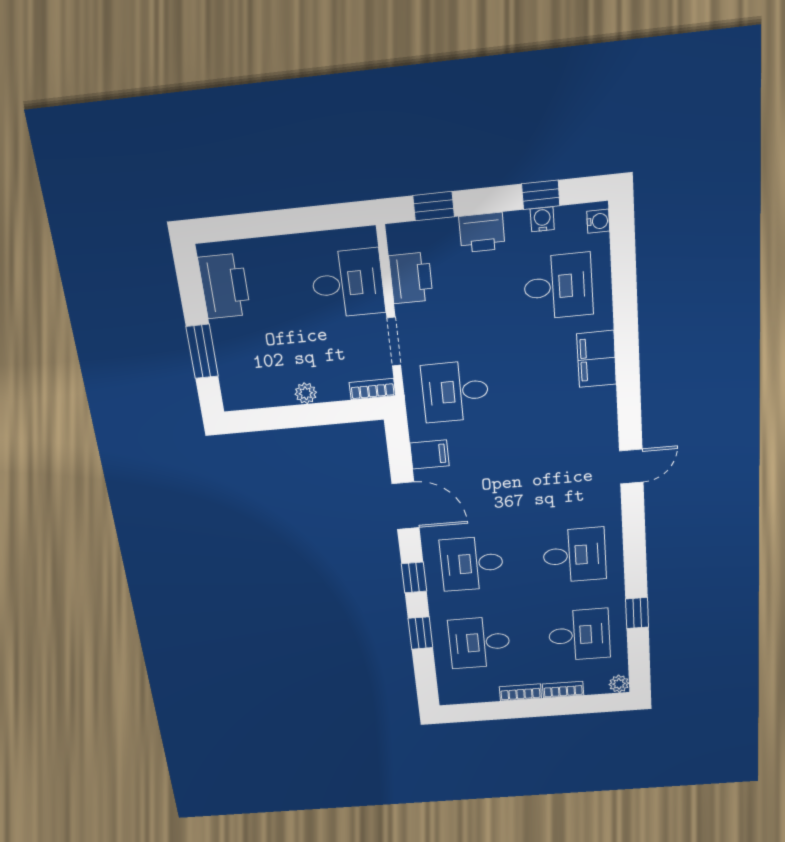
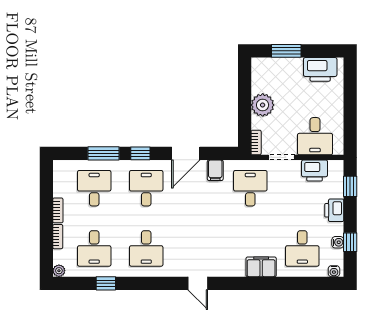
plant: (306, 393) -> (263, 105), width x1.87, depth x1.87
window: (421, 633) -> (104, 153), width x1.50

